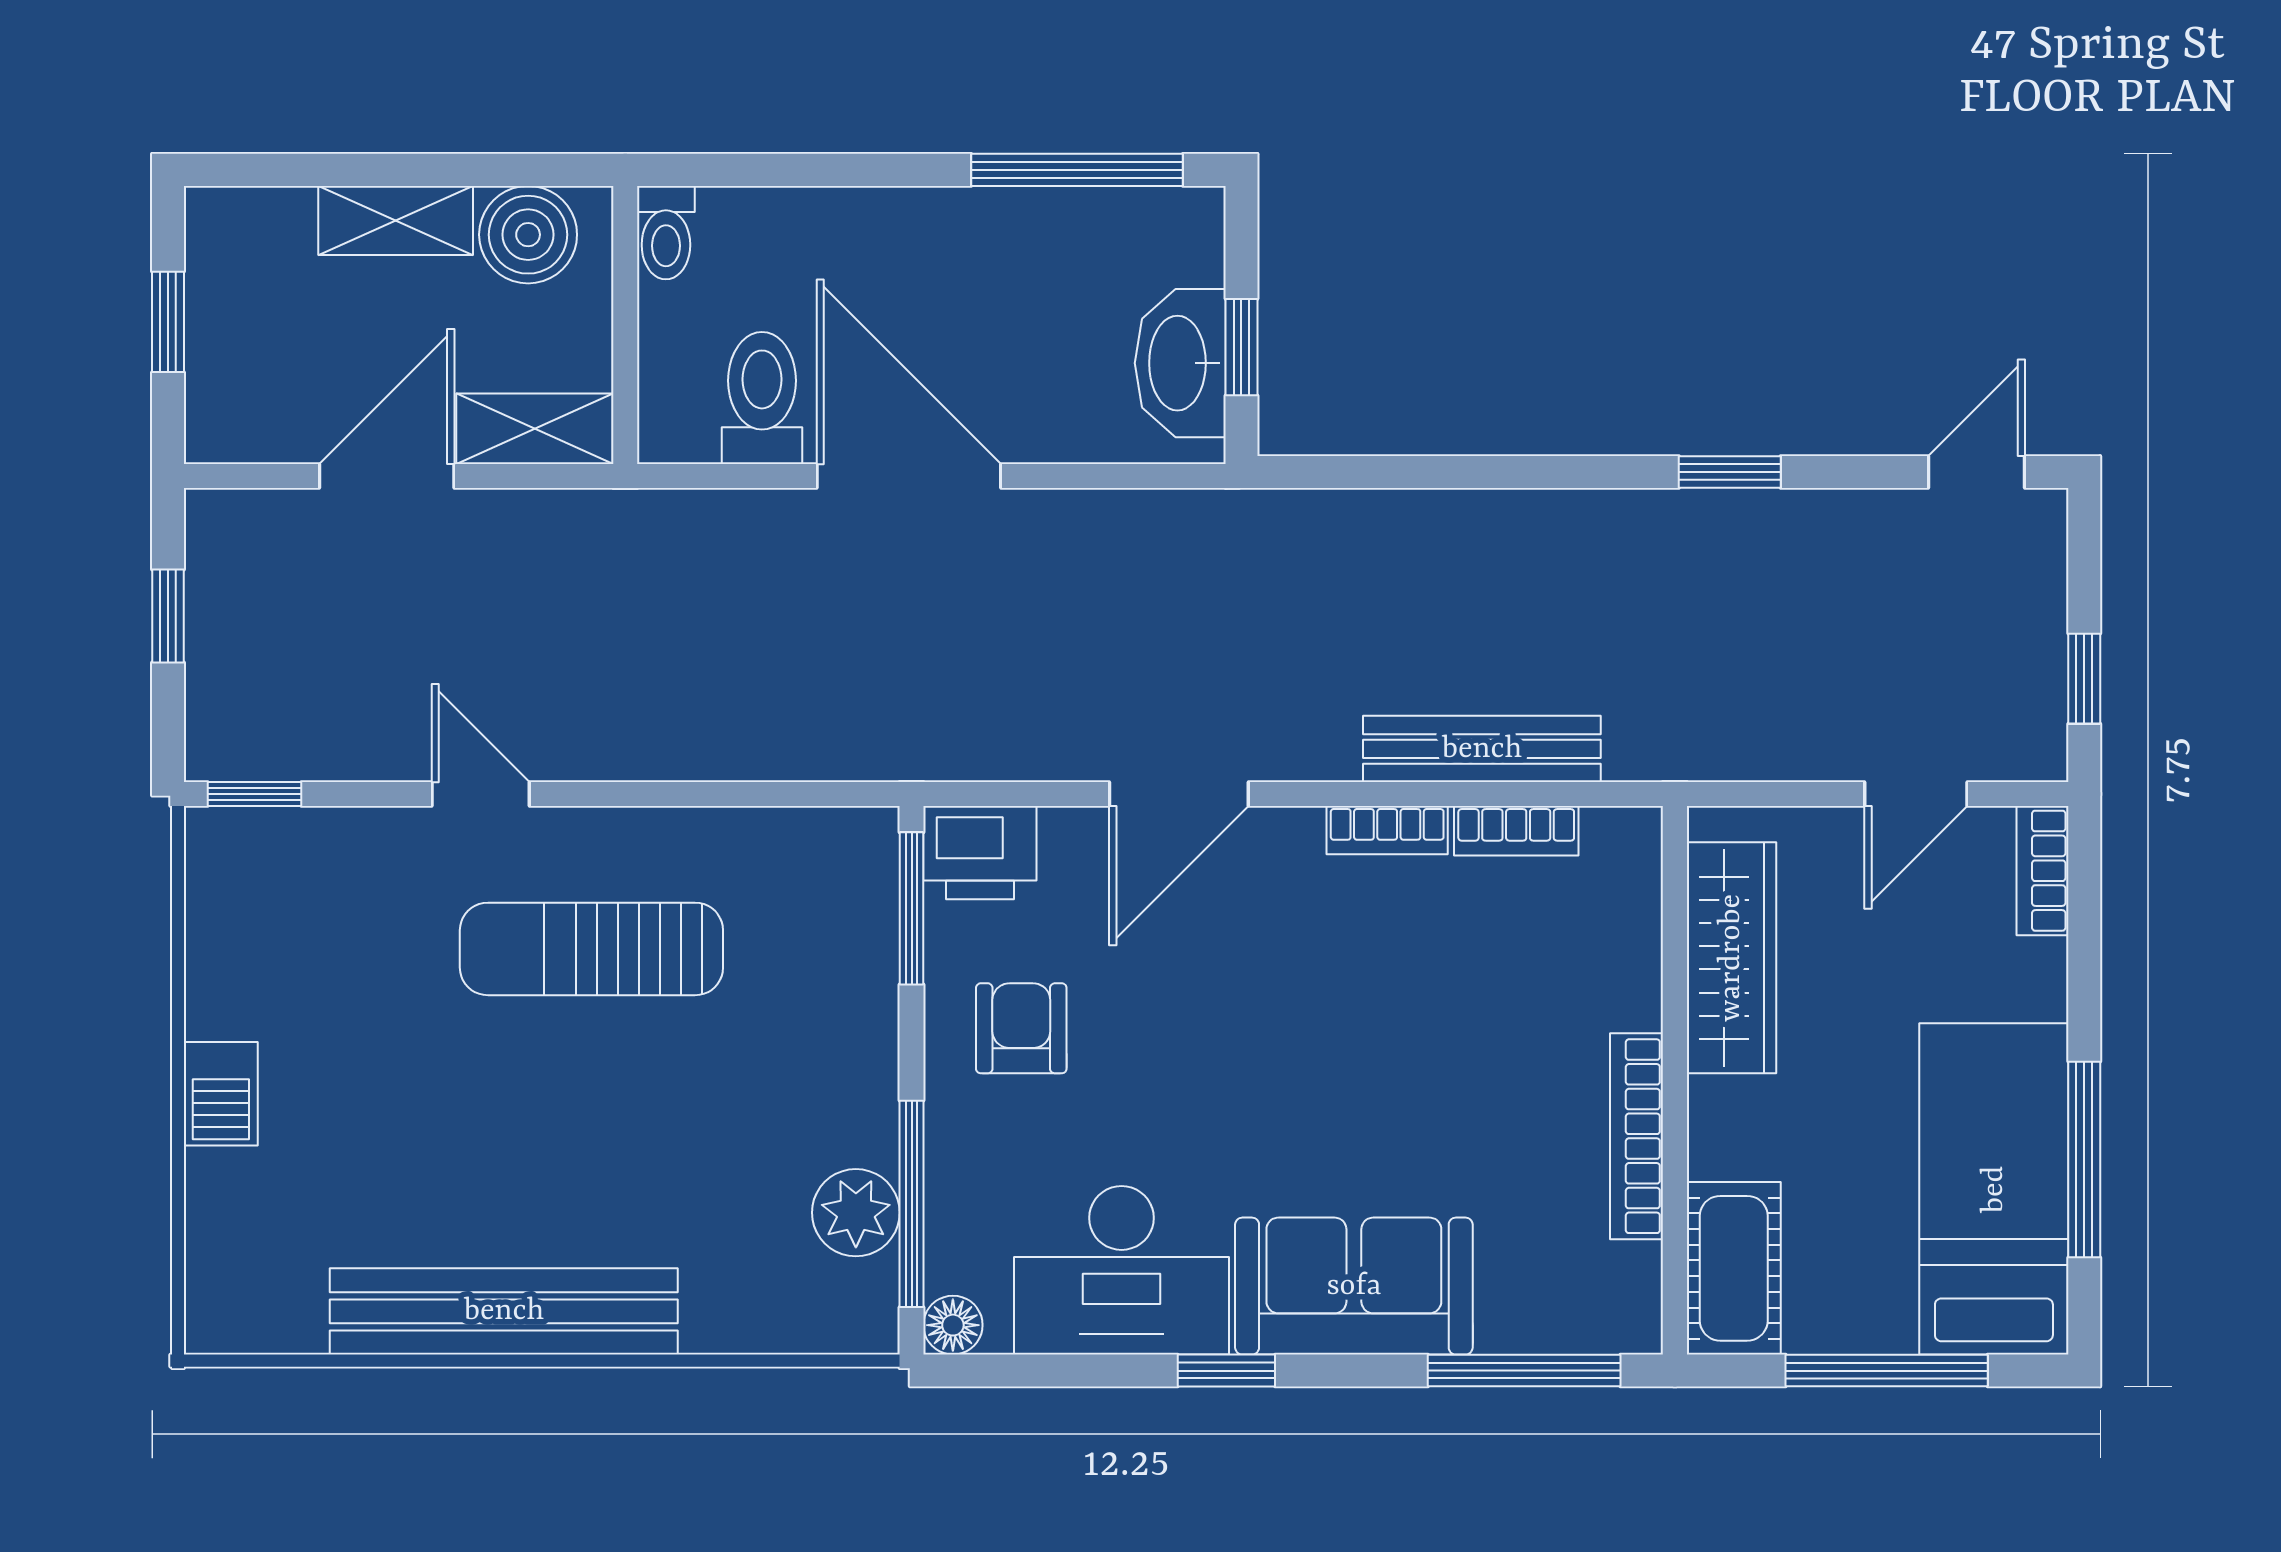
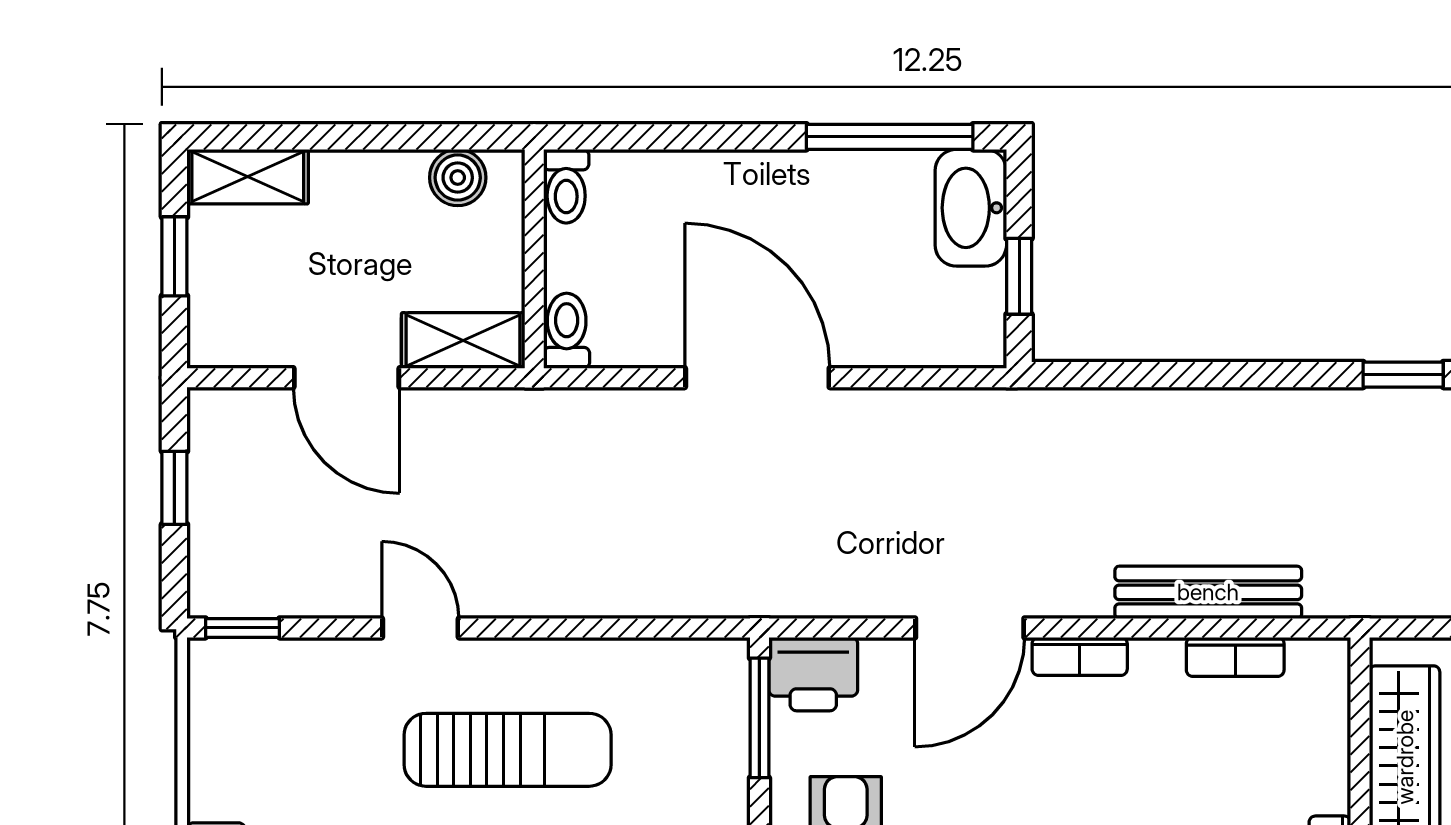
shelving: (396, 221) -> (248, 177), moved
boiler: (528, 235) -> (458, 178), width x0.73, depth x0.73
washbasin: (1180, 363) -> (971, 208), moved
toilet: (762, 398) -> (567, 331), moved, width x0.73, depth x0.72
door: (387, 476) -> (346, 378), swing flipped
bookcase: (1387, 830) -> (1080, 656), moved
sun lounger: (591, 949) -> (508, 750), turned 180

